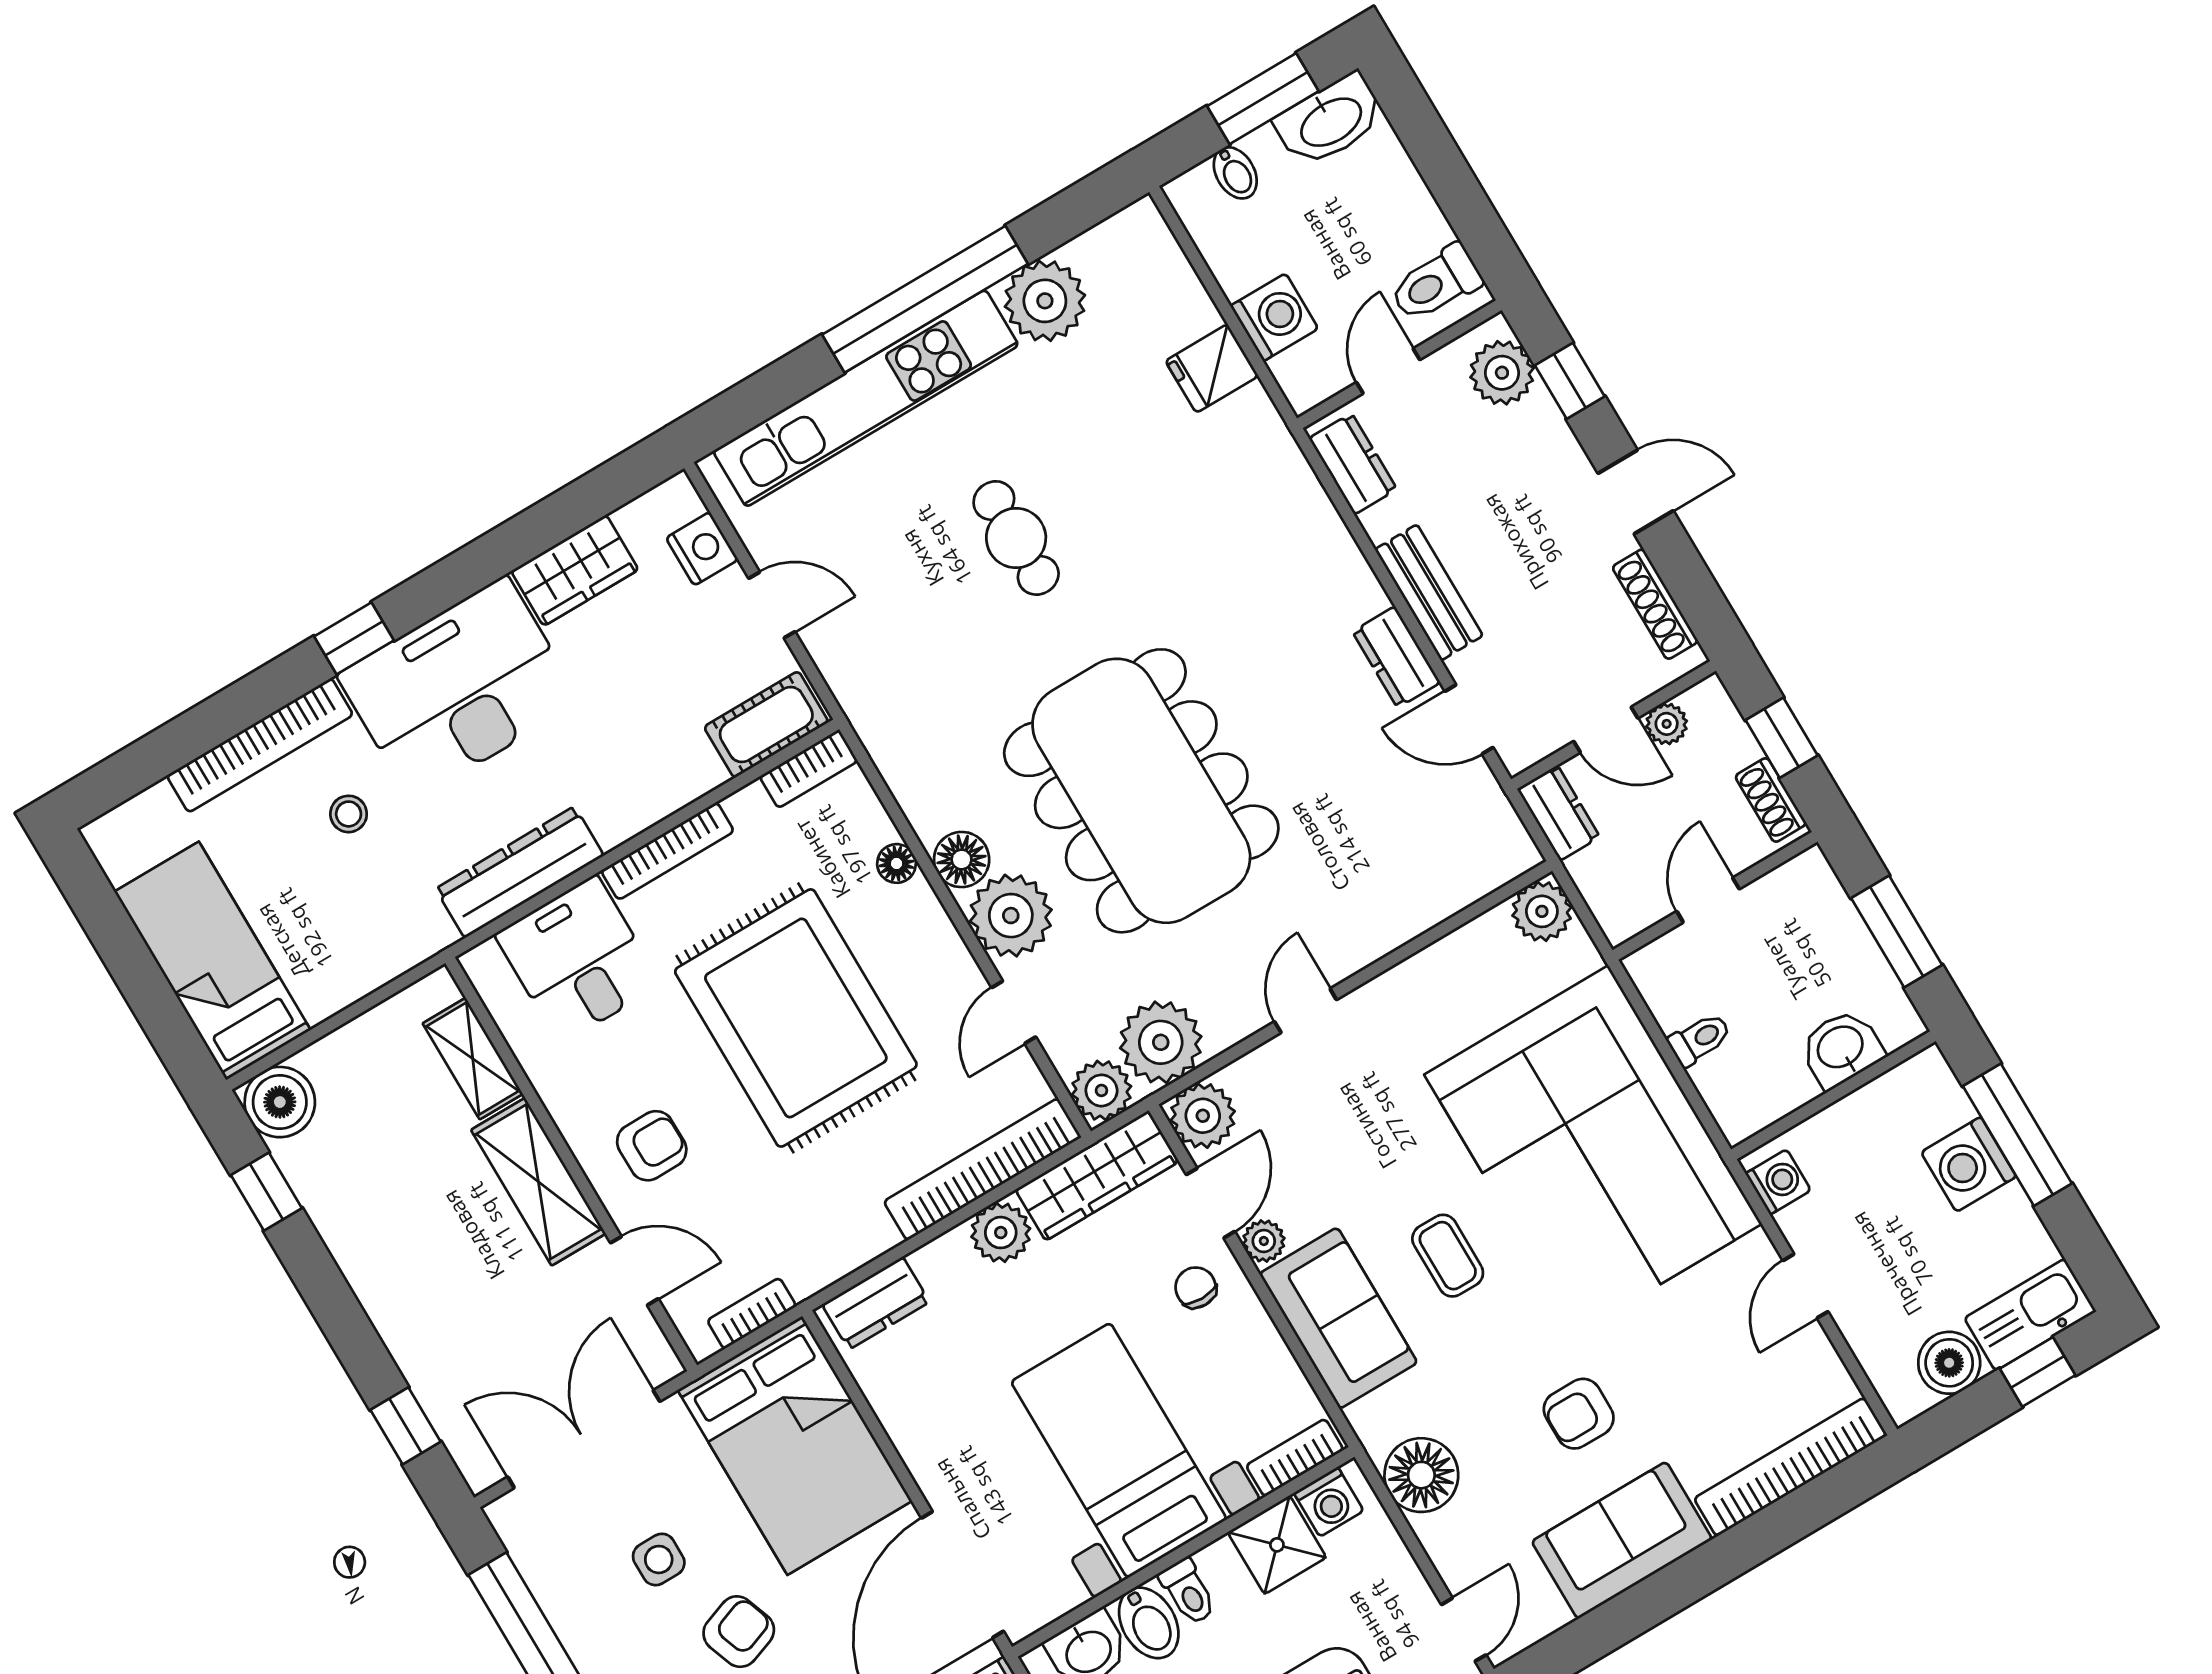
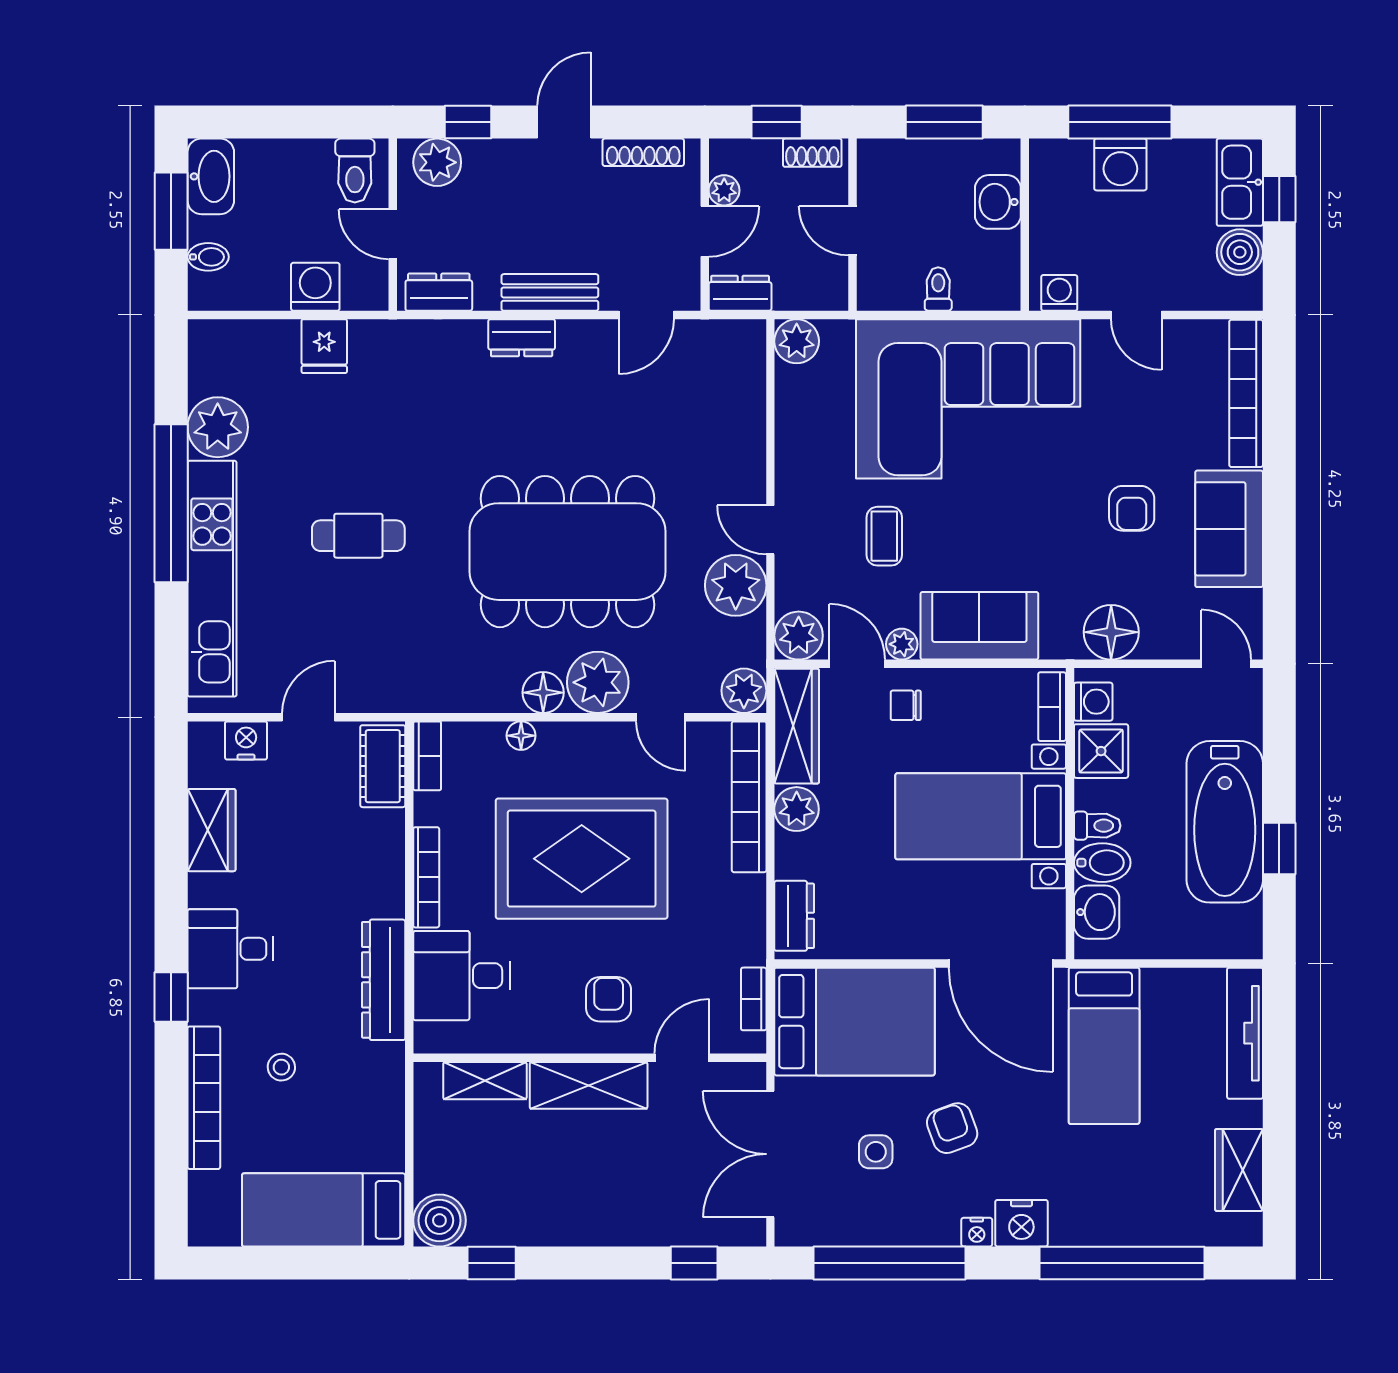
dresser: (1396, 657) -> (522, 338), moved
desk: (459, 688) -> (230, 949), width x0.53, depth x0.77
plant: (1161, 1042) -> (736, 585), moved
coffee table: (1448, 1256) -> (884, 536), moved, turned 90

